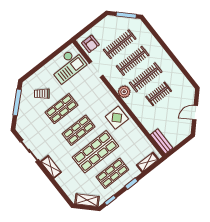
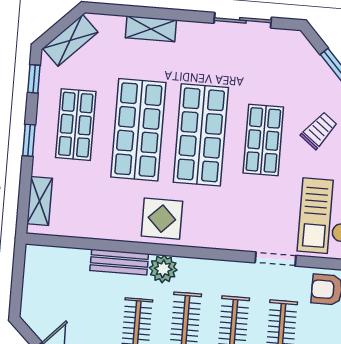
plant: (124, 92) -> (163, 269), moved
shop shelf: (78, 130) -> (201, 135), width x1.43, depth x1.36
bench: (161, 141) -> (119, 262), moved
shelving: (51, 167) -> (151, 29), moved

